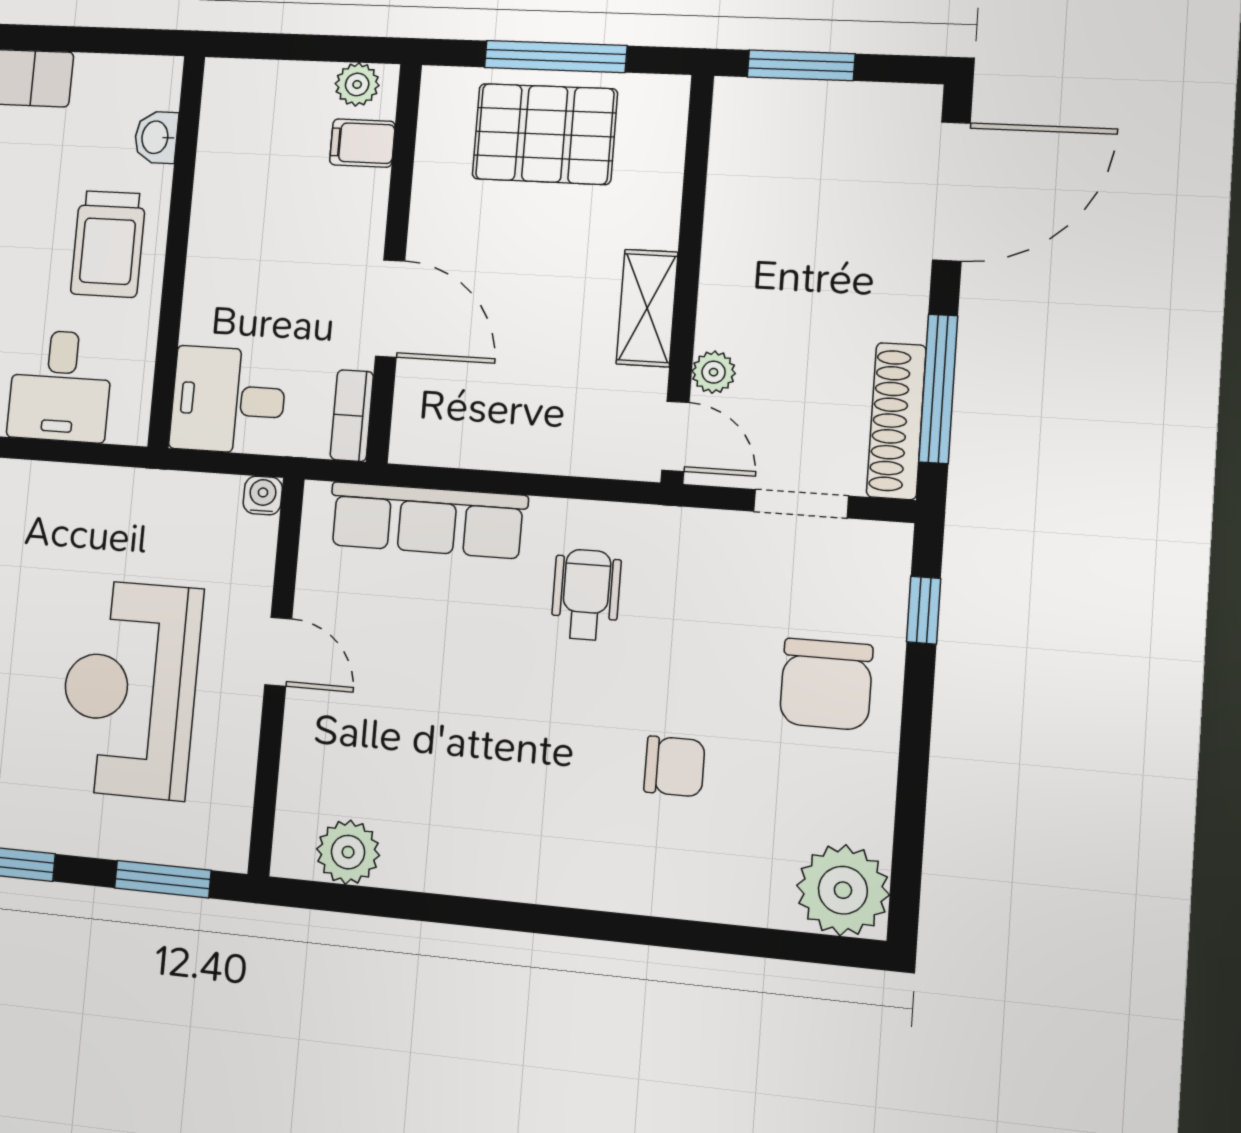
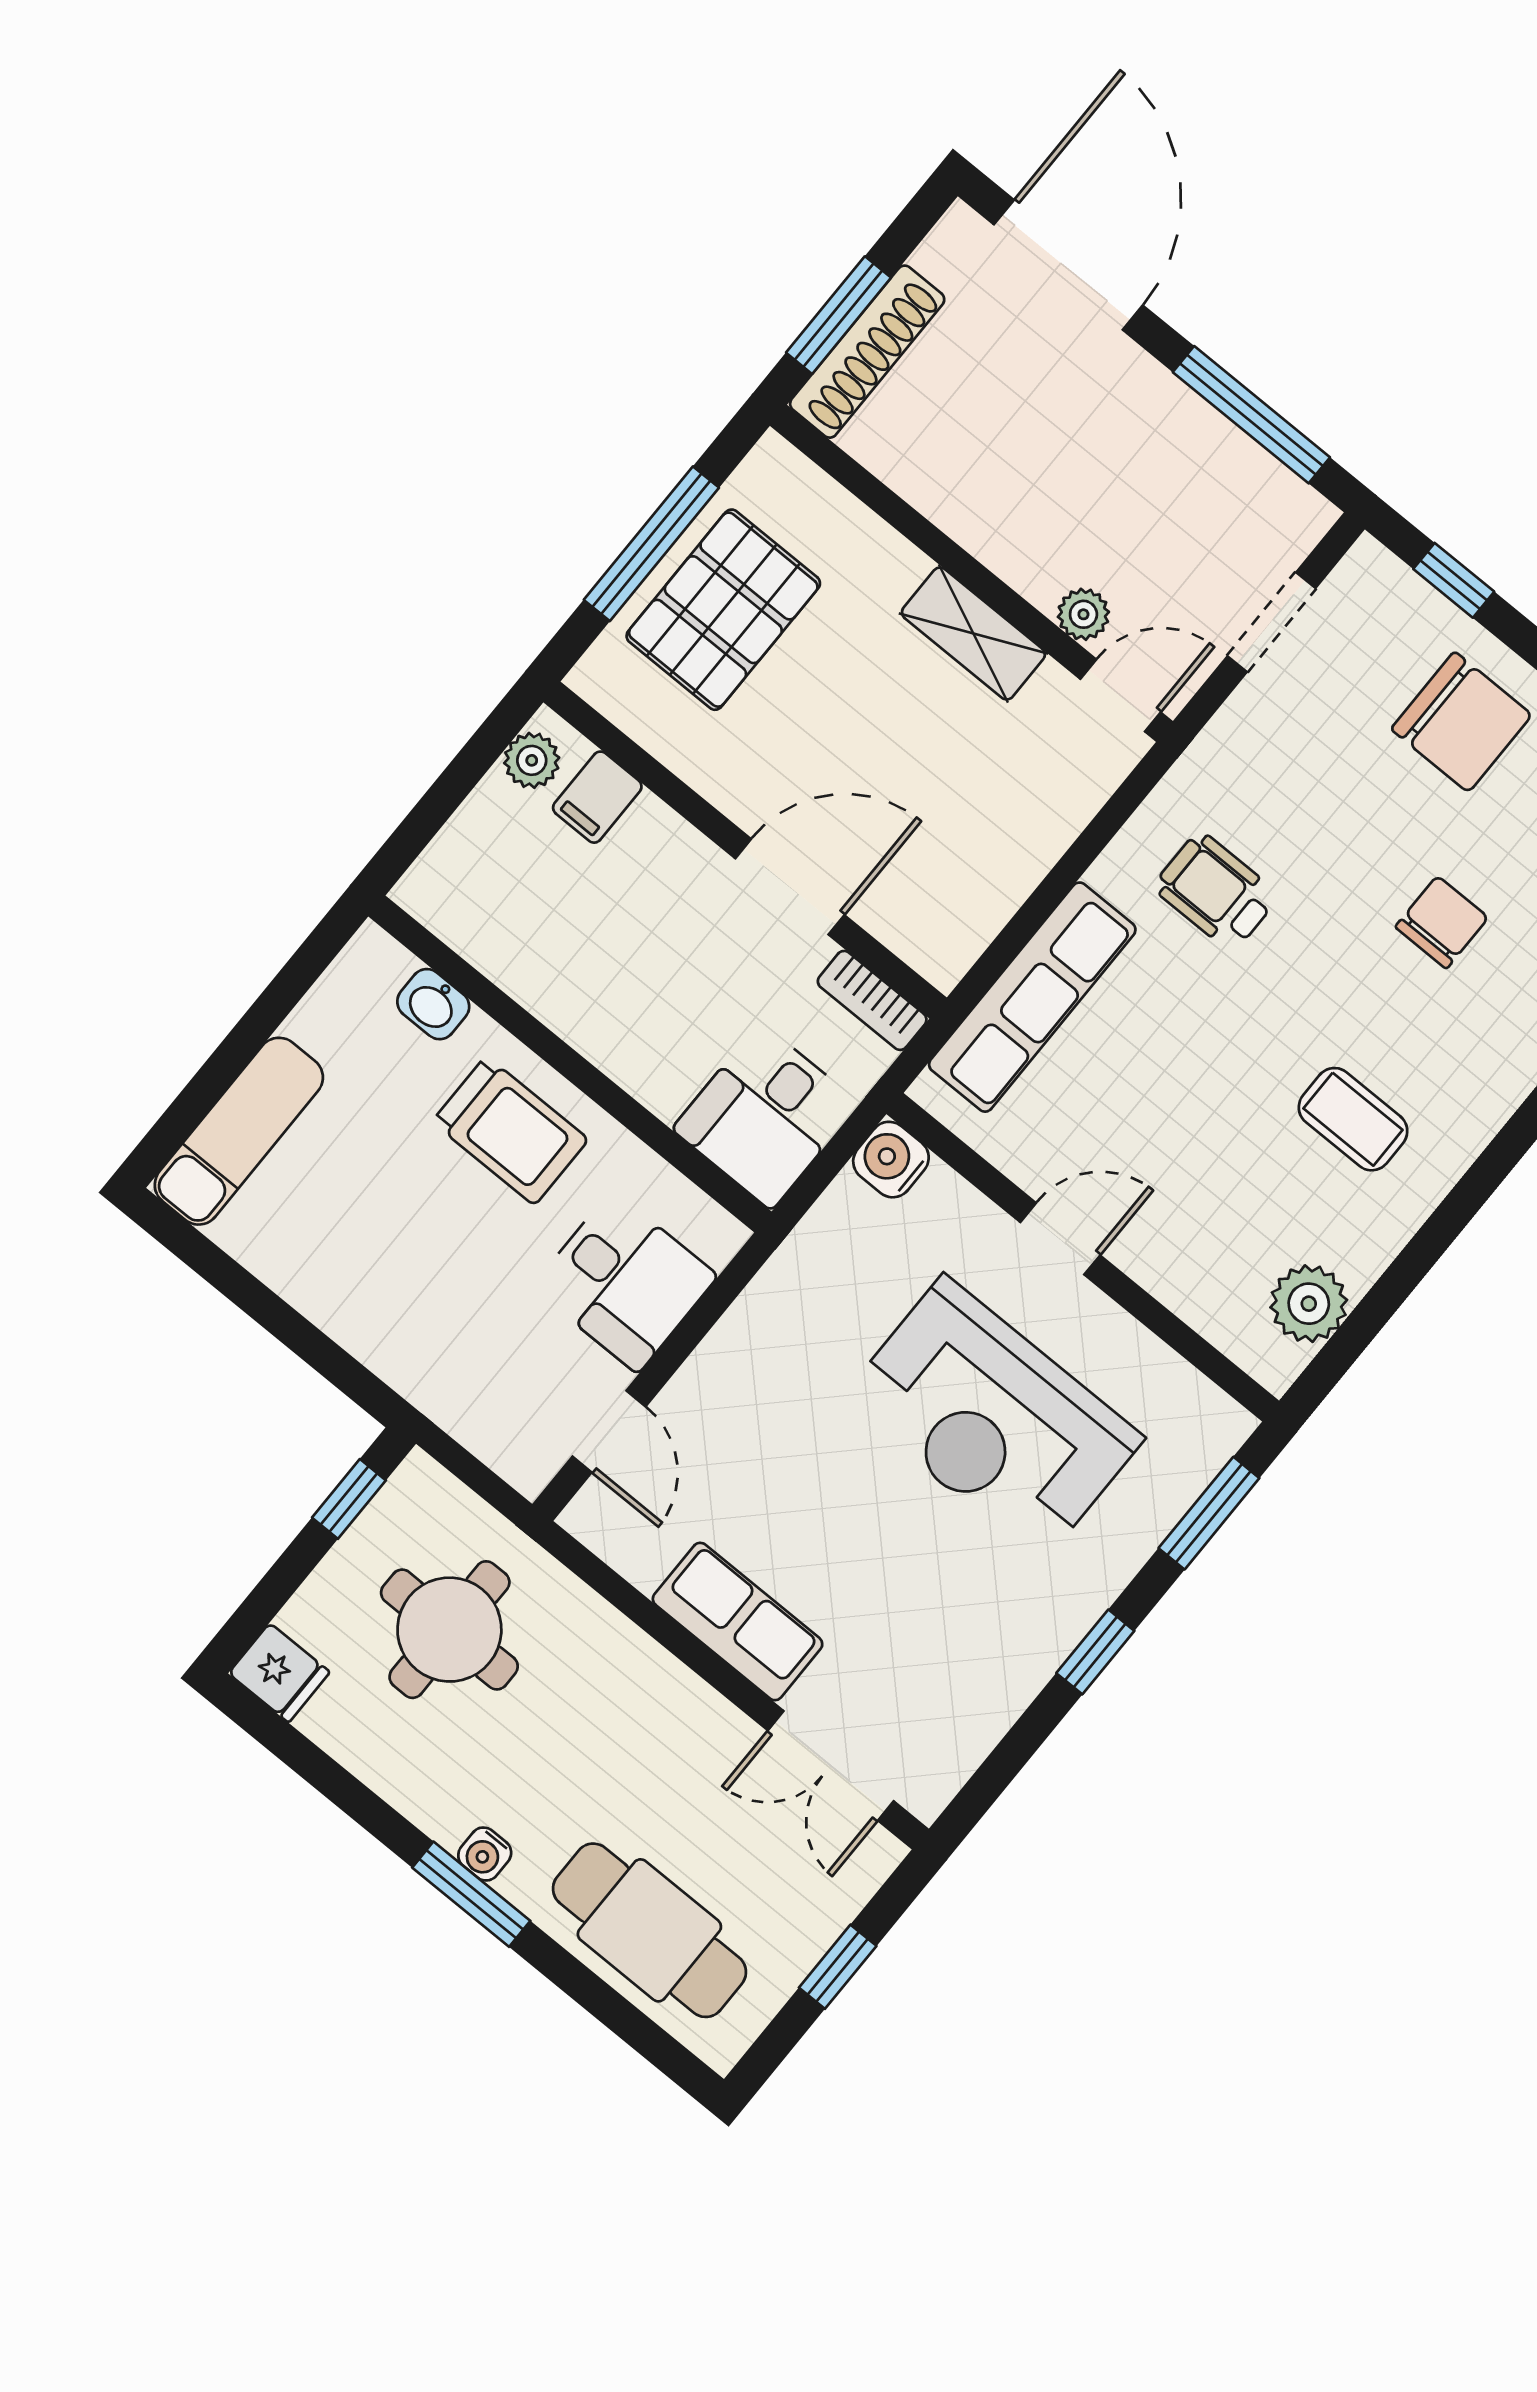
shoe rack: (896, 421) -> (867, 352), moved, turned -90
water cooler: (263, 495) -> (891, 1160), width x1.38, depth x1.38
coffee table: (495, 797) -> (1353, 1119), added

